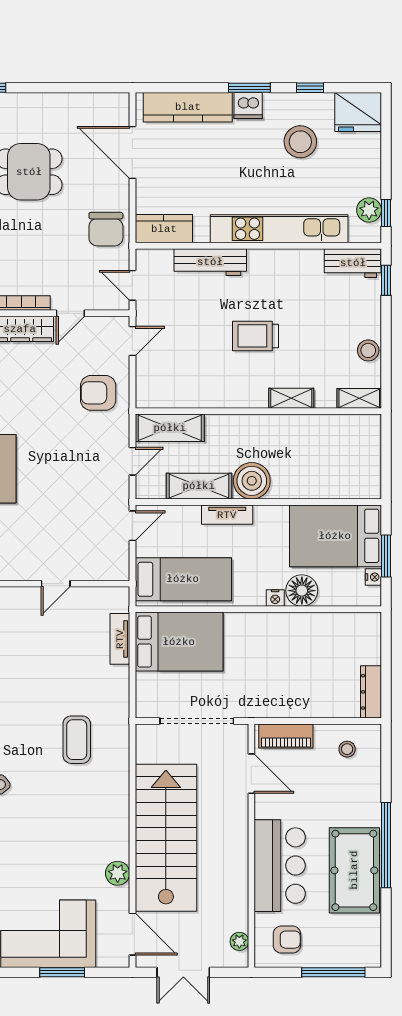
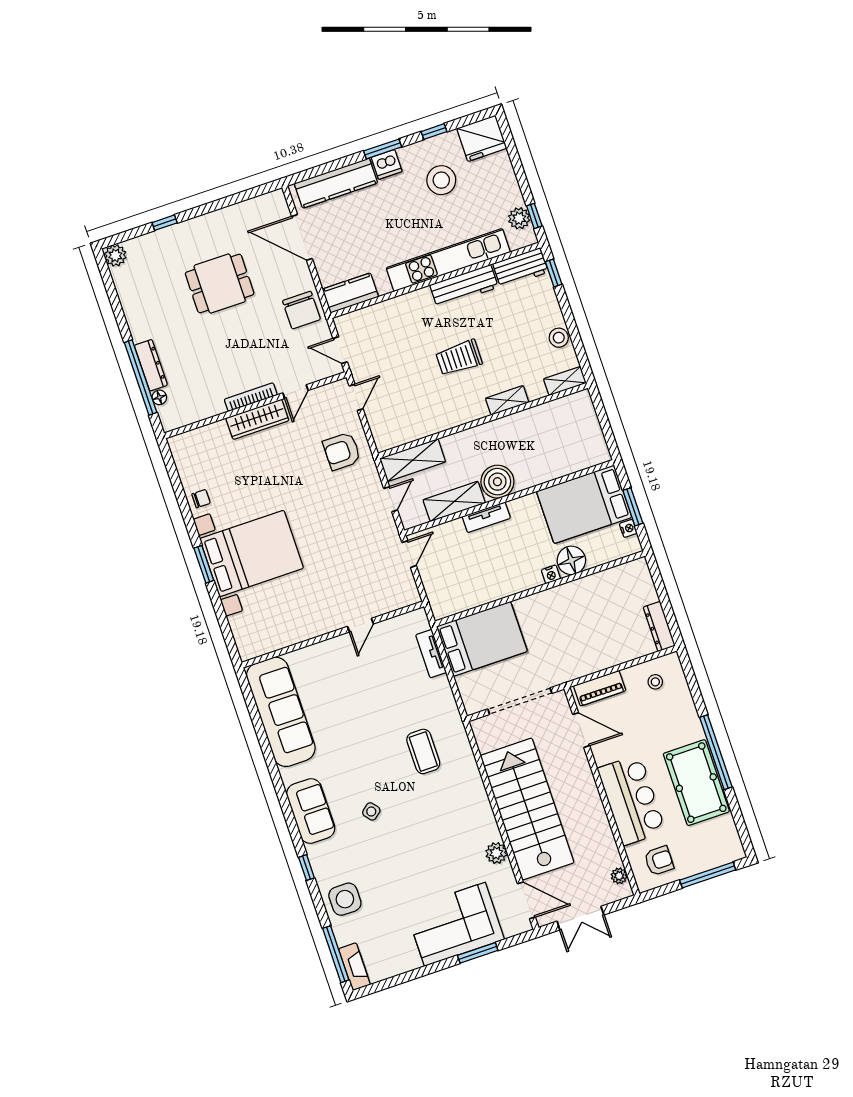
workbench: (210, 262) -> (464, 286), moved
bed: (183, 579) -> (468, 585), removed

